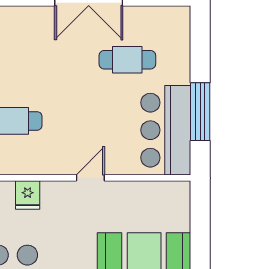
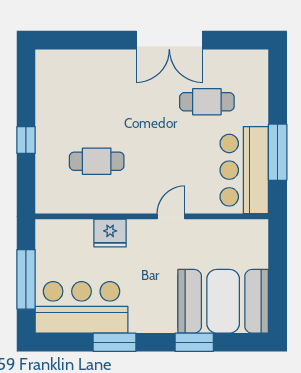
fridge: (28, 195) -> (110, 233), width x1.38

